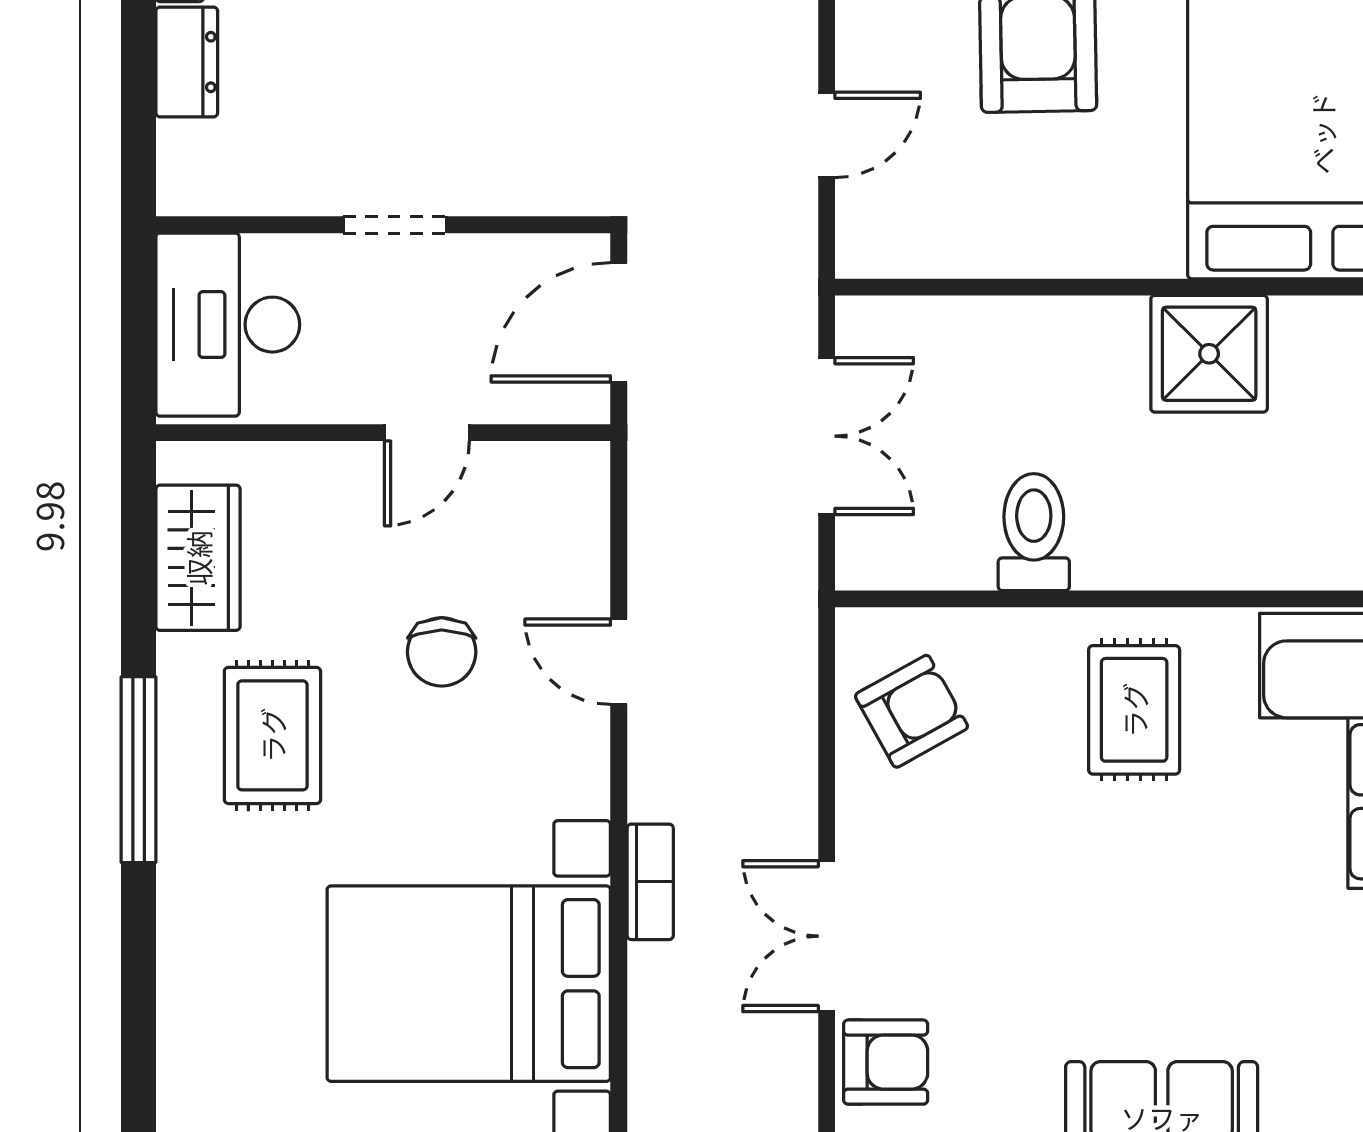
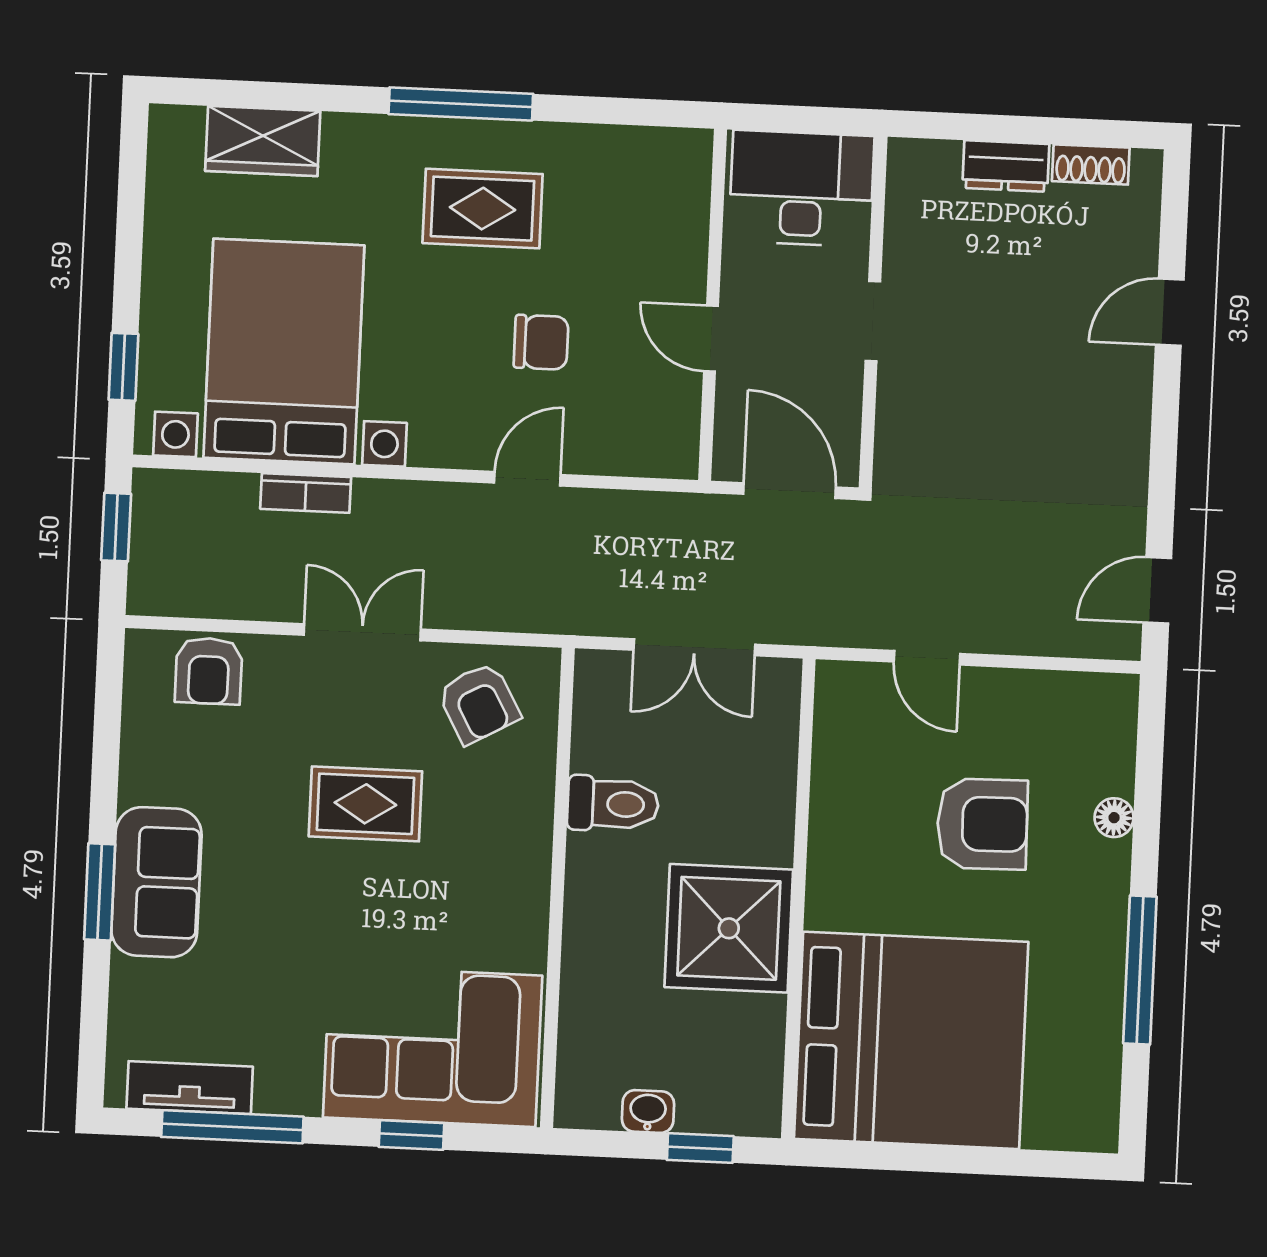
shower: (1209, 354) -> (729, 928), width x1.37, depth x1.37
wardrobe: (198, 558) -> (263, 141), moved
chair: (442, 652) -> (541, 342), turned 180
rug: (1134, 710) -> (365, 804), moved
bookcase: (650, 882) -> (306, 493), moved
double door: (827, 936) -> (362, 632), moved

